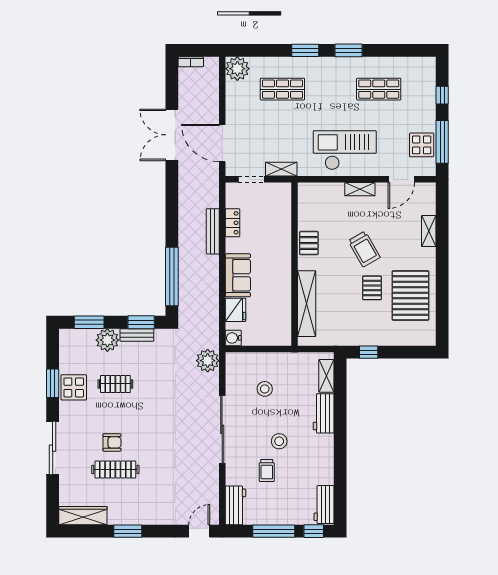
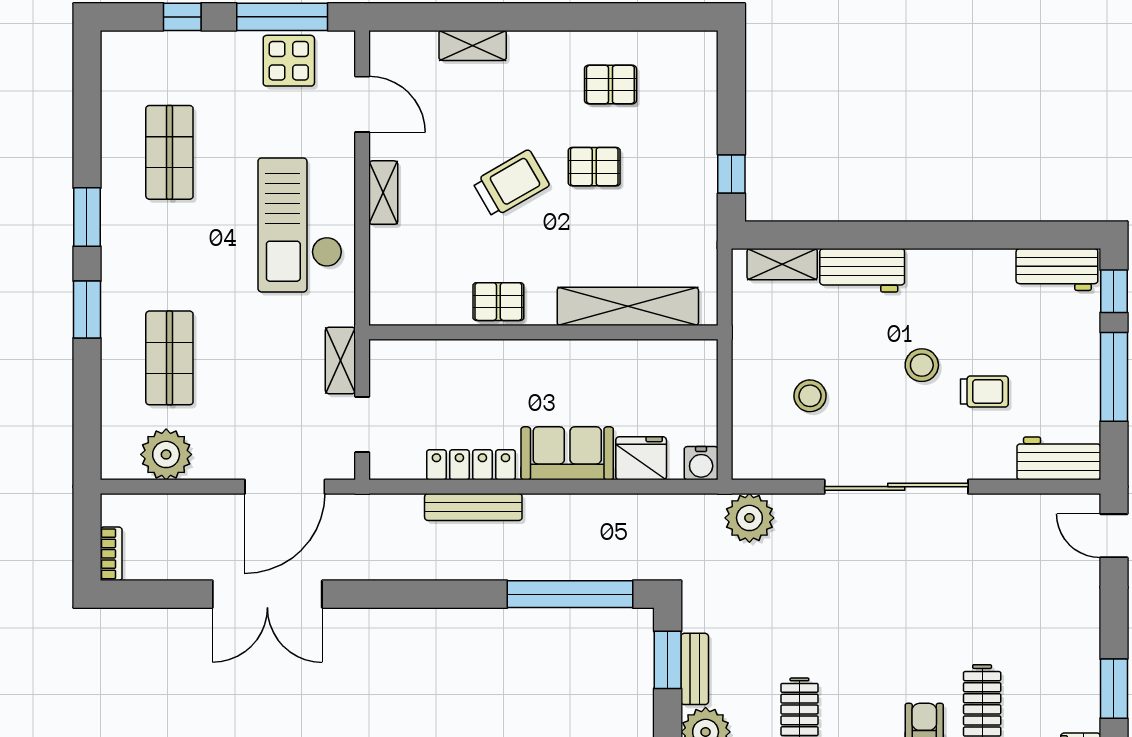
plant: (237, 69) -> (166, 454), moved
locker: (232, 223) -> (471, 465), width x1.53
pallet: (410, 296) -> (610, 84), width x0.49, depth x0.50

